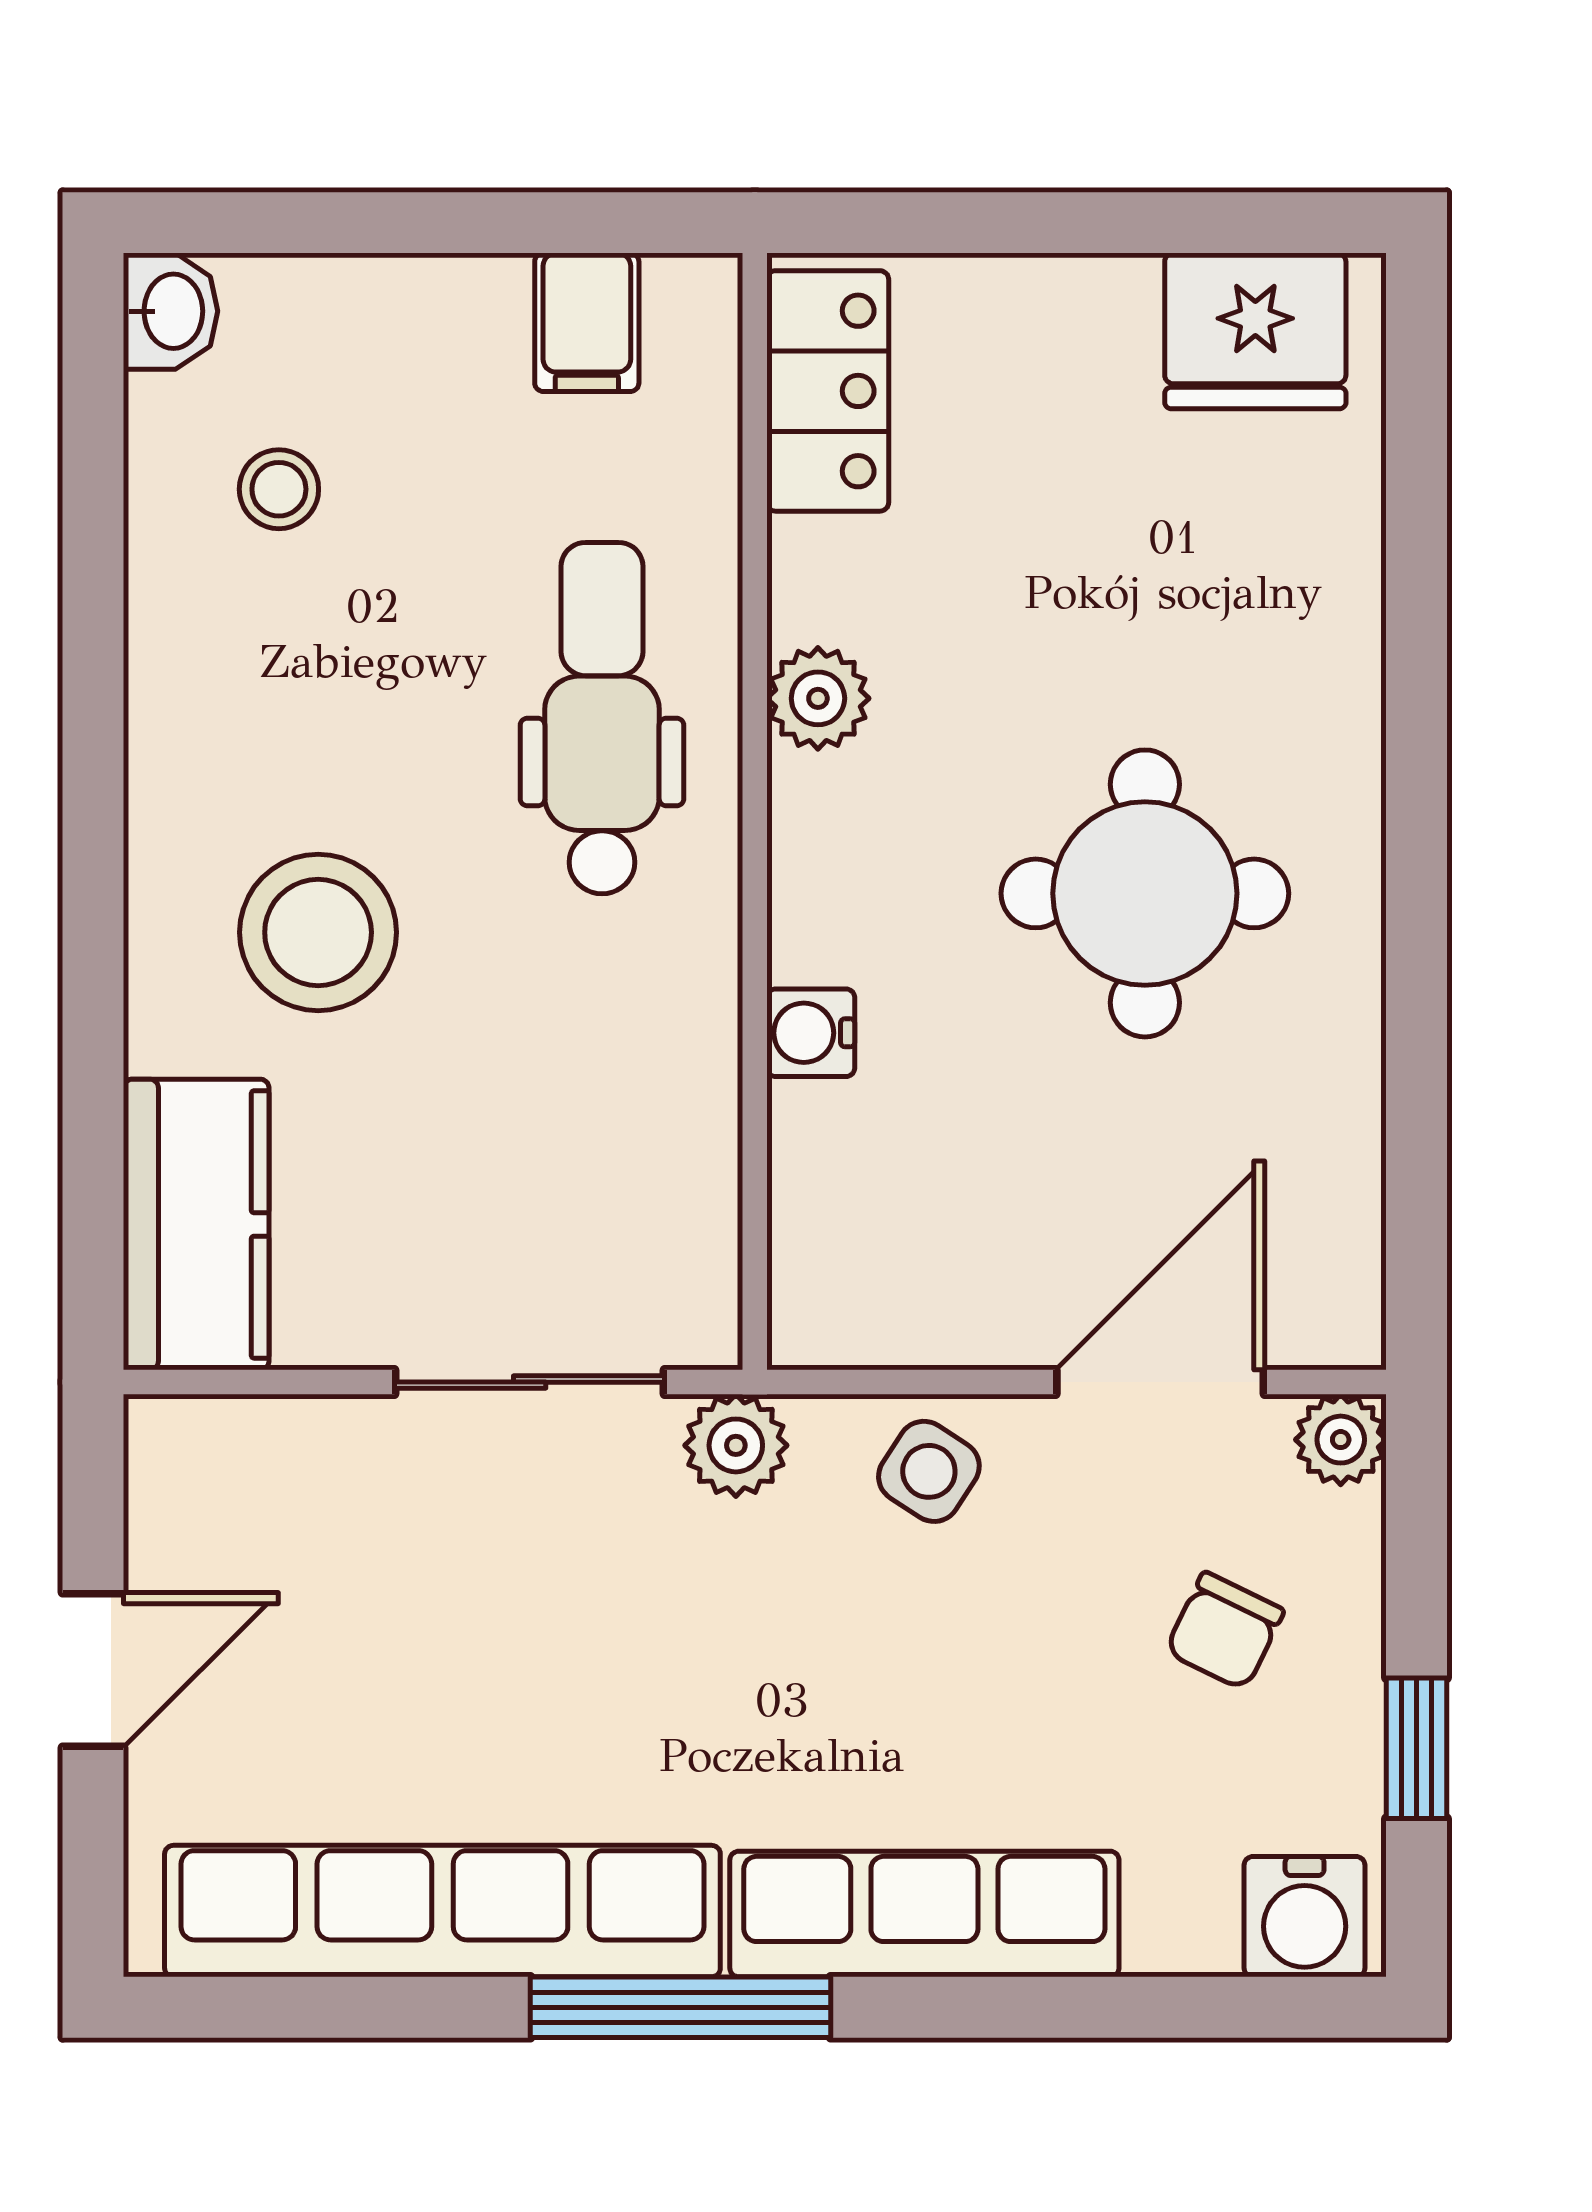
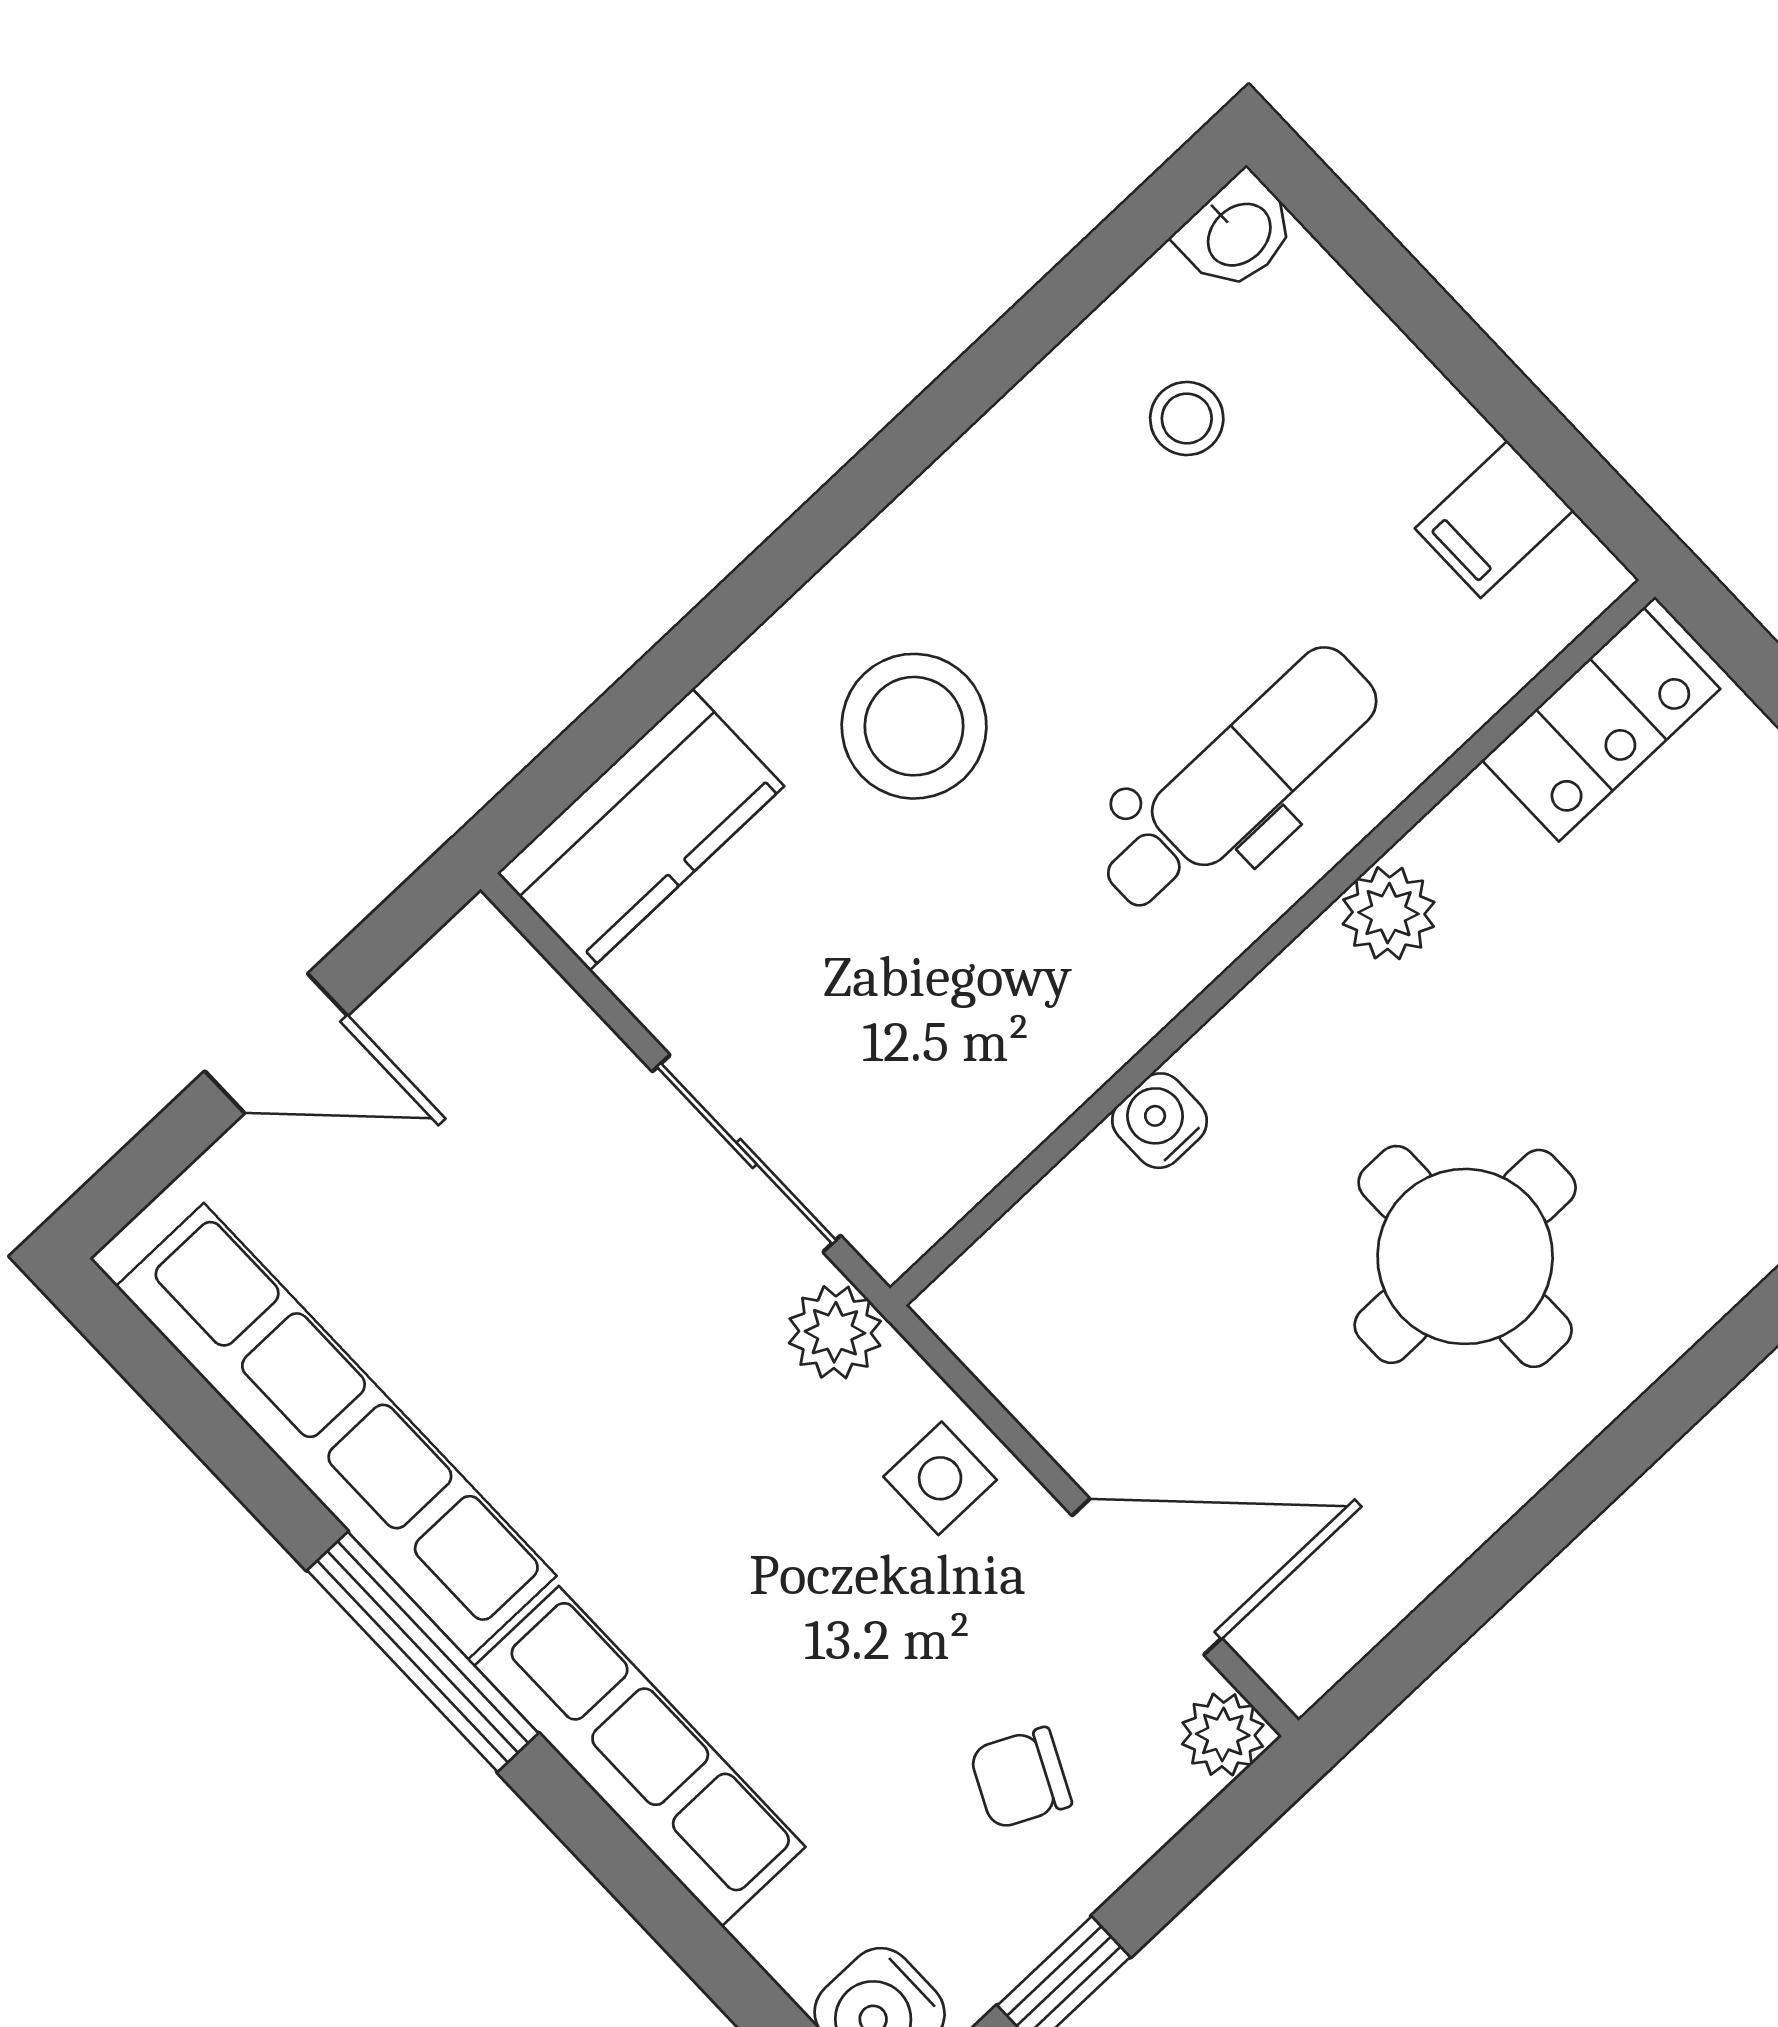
side table: (929, 1471) -> (940, 1478), turned -33

